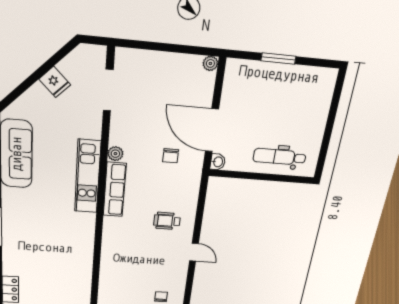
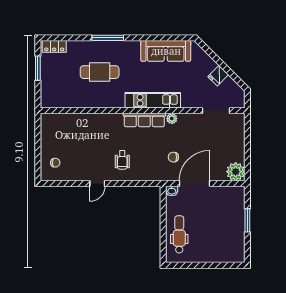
plant: (210, 63) -> (236, 172), width x1.88, depth x1.88
wheelchair: (167, 221) -> (122, 160), turned 180
cafe table: (45, 240) -> (100, 72), added

